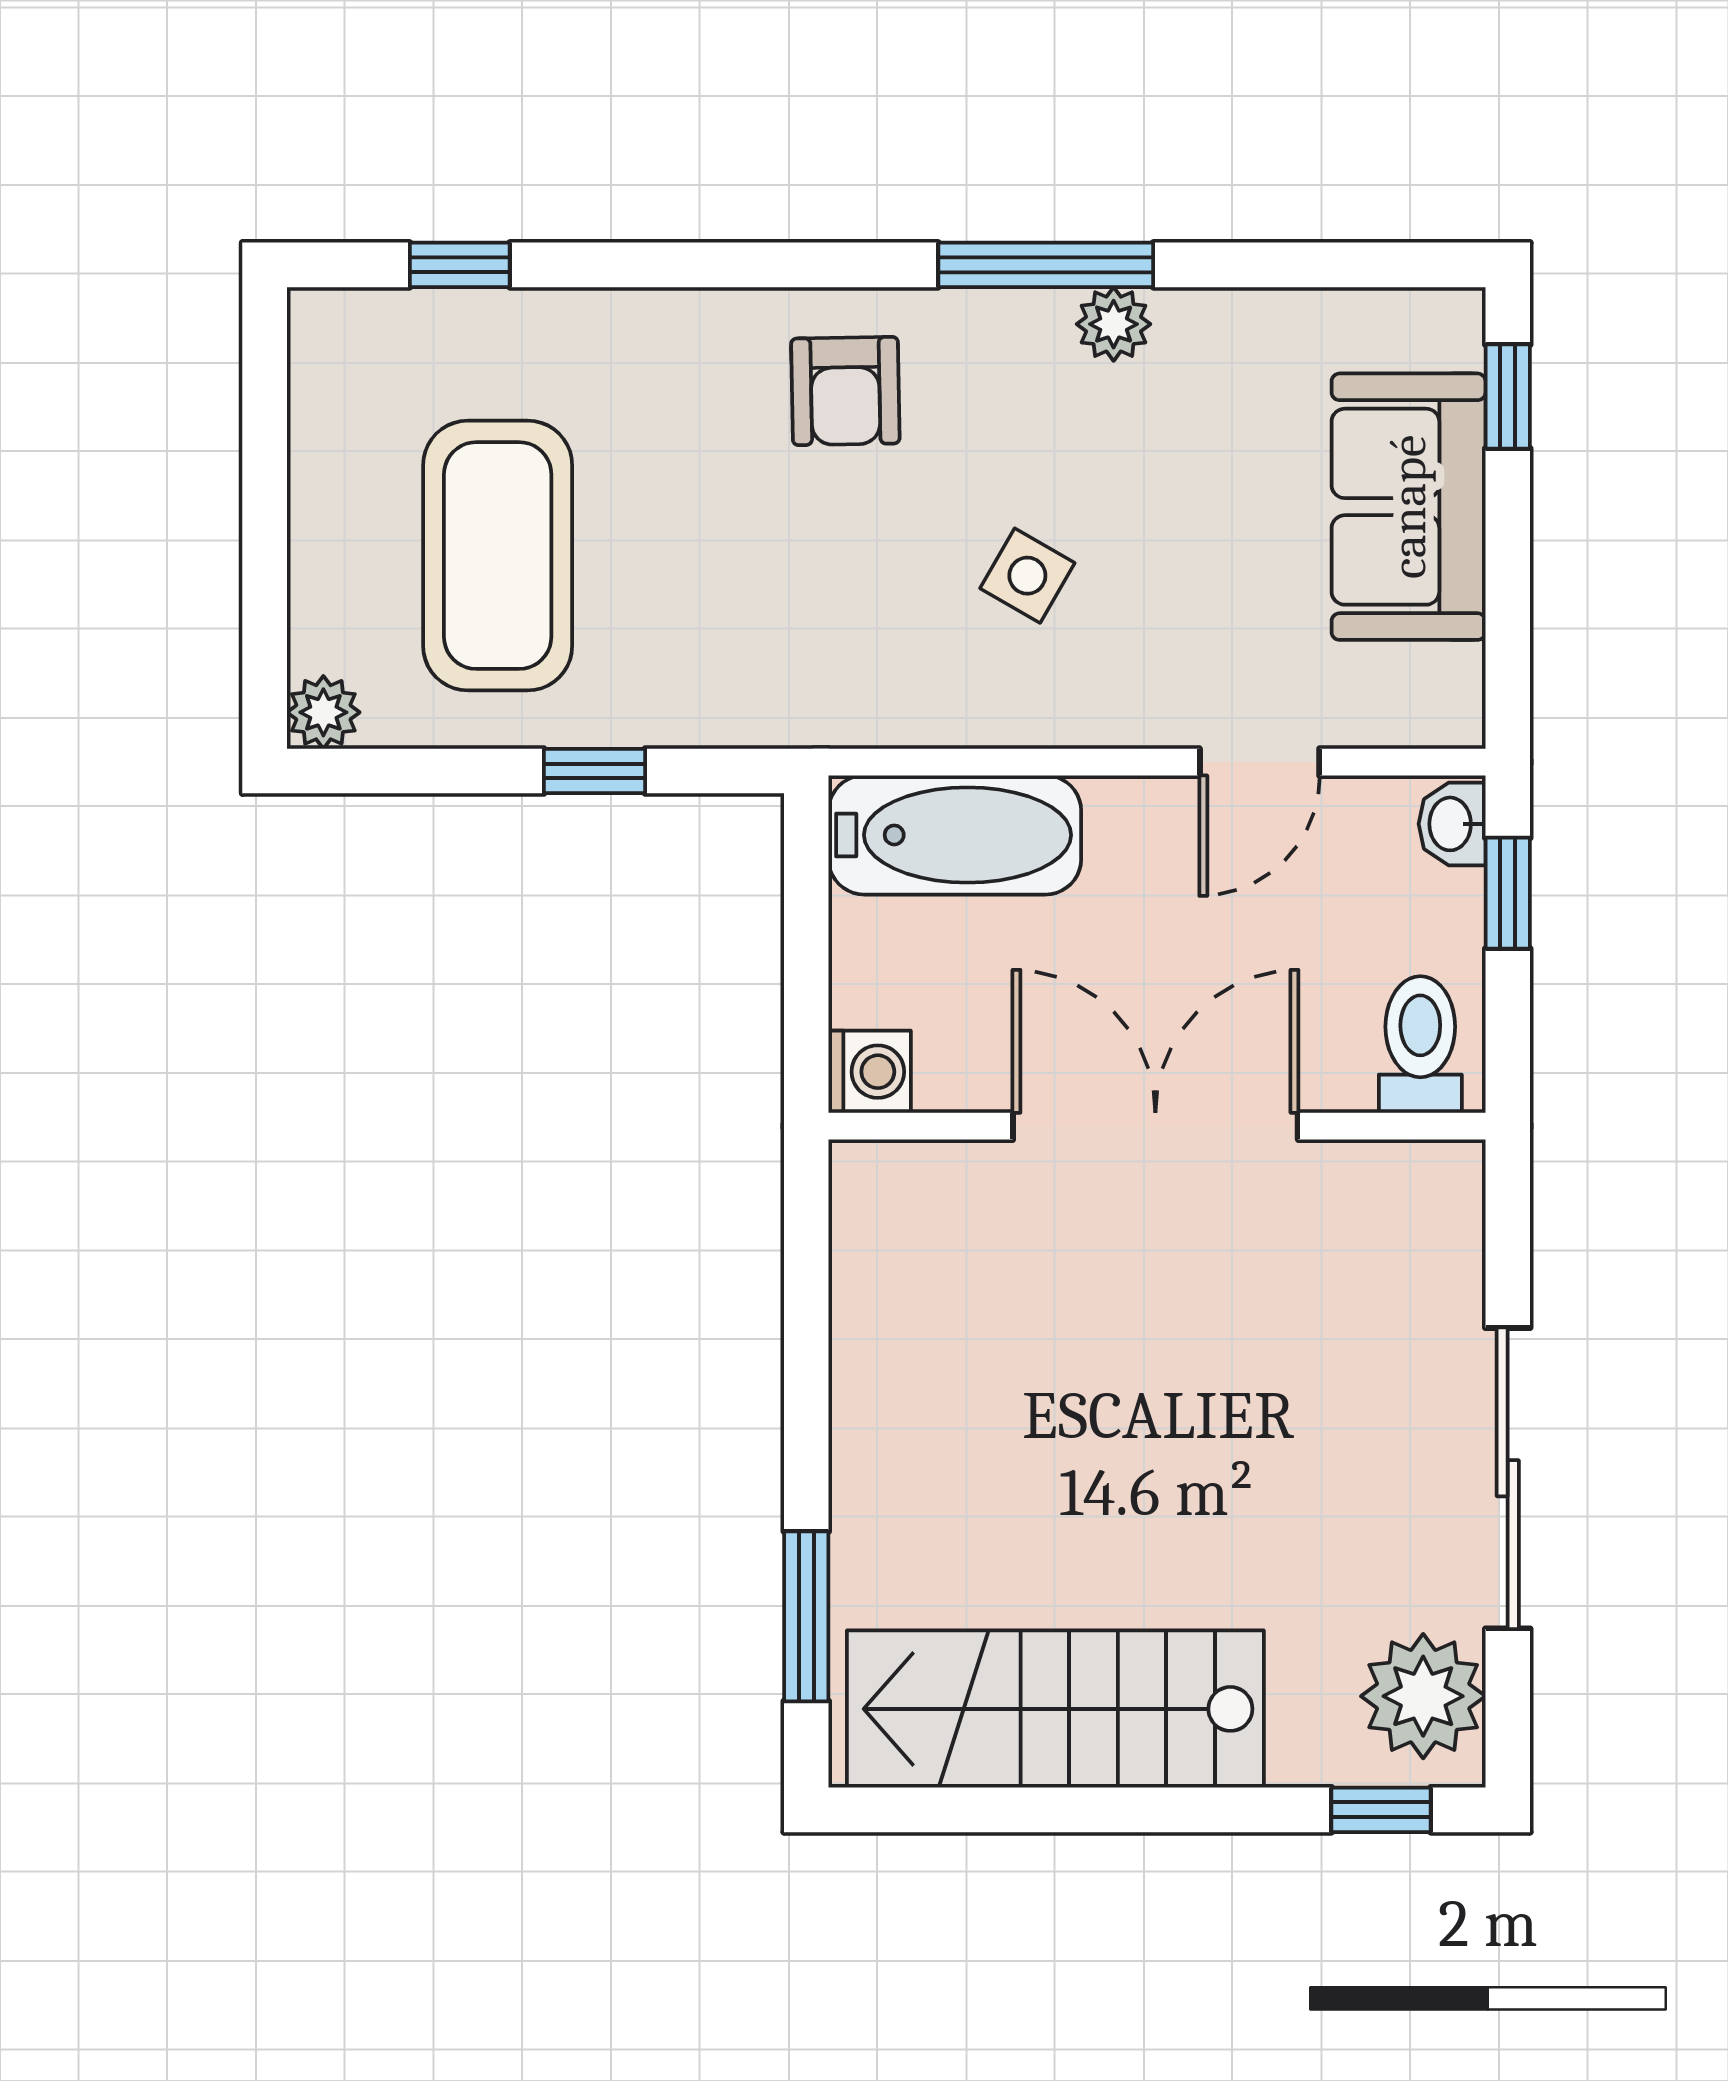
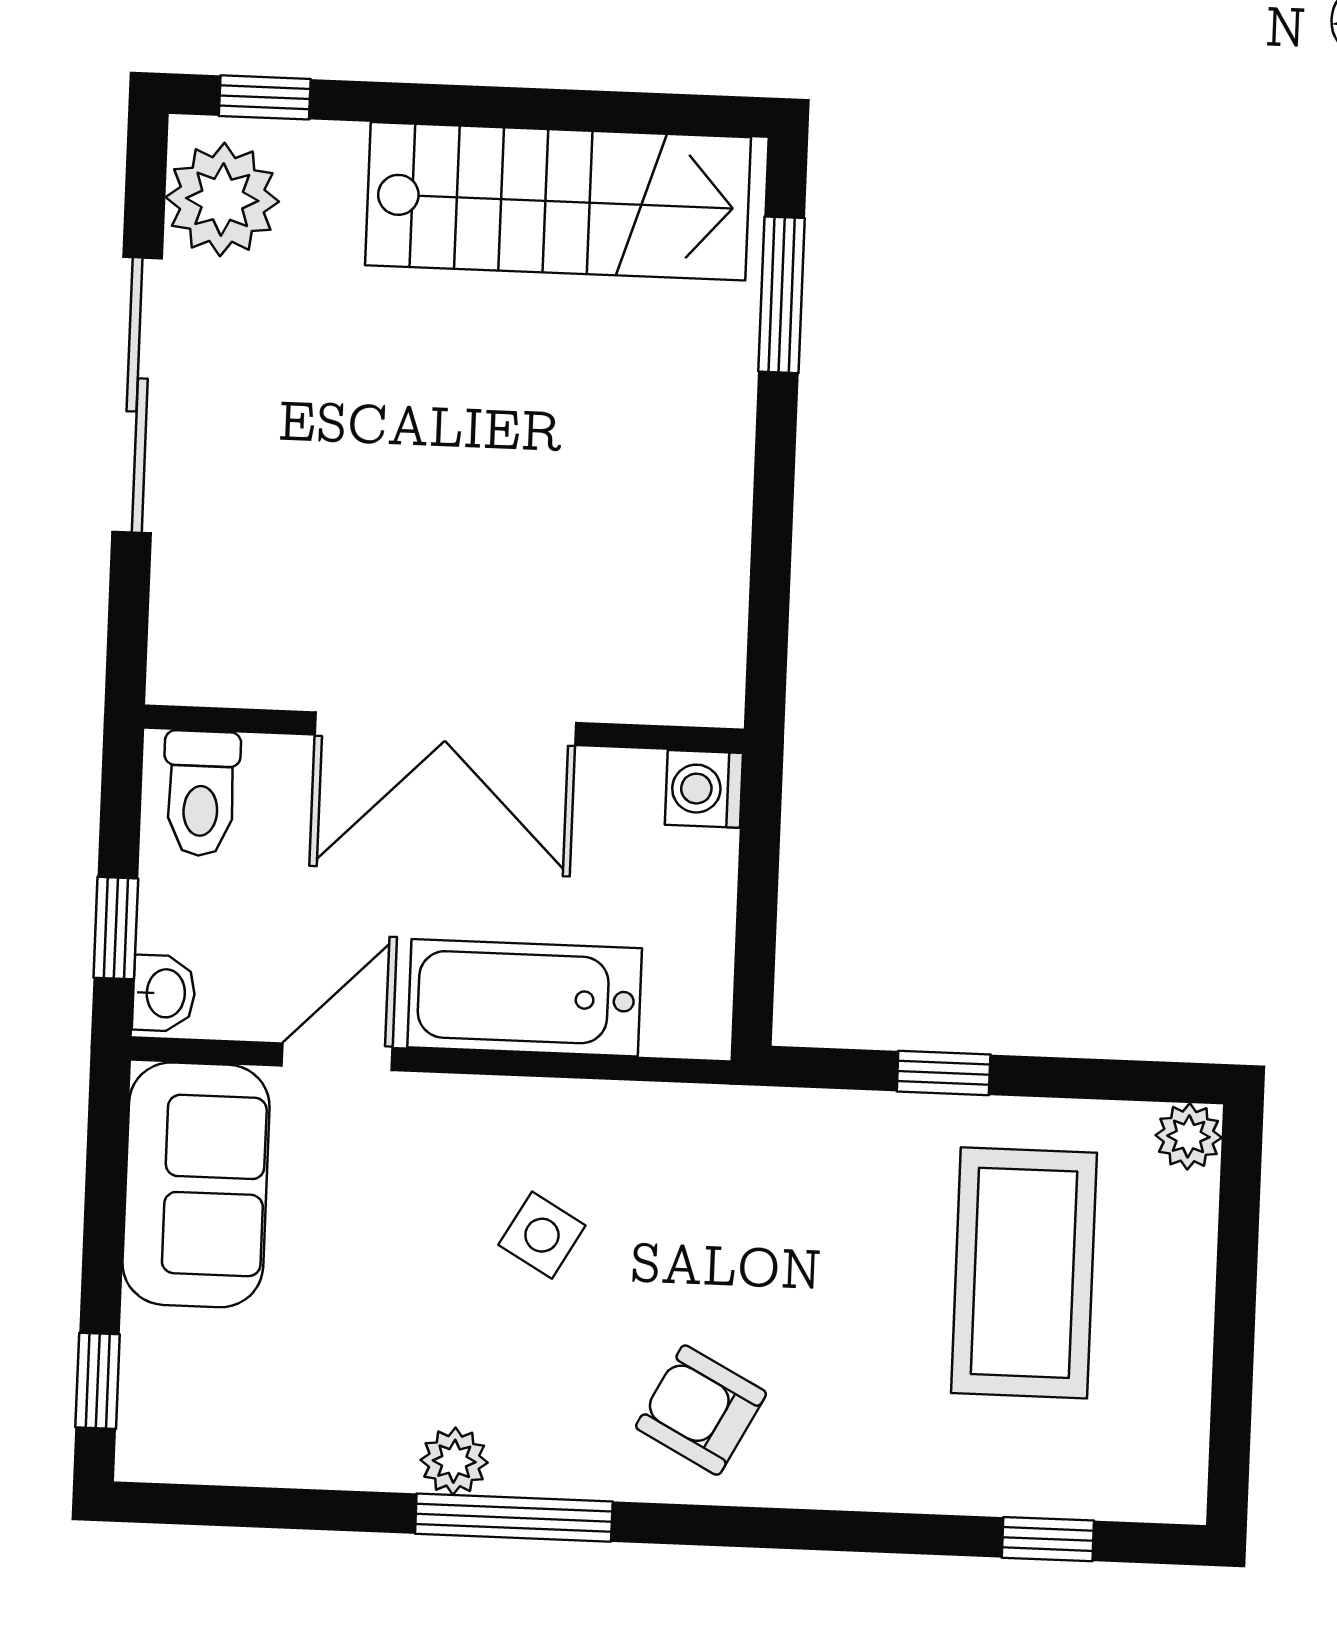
armchair: (845, 391) -> (701, 1410), turned -61
sofa: (1409, 507) -> (196, 1185), moved
bathtub: (955, 835) -> (525, 998), moved

